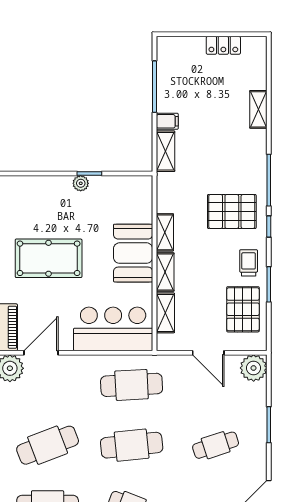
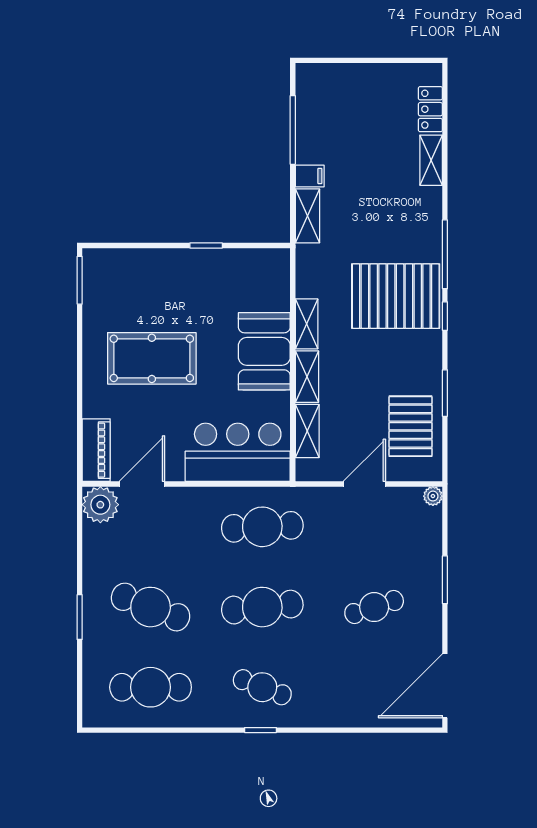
locker: (223, 45) -> (430, 109), moved, turned 90
plant: (81, 183) -> (195, 259), removed
pallet: (232, 211) -> (396, 296), width x1.37, depth x1.41
trolley: (249, 263) -> (418, 364), removed
door: (208, 353) -> (364, 484), swing flipped
plant: (254, 368) -> (433, 496), width x0.53, depth x0.53
cafe table: (48, 445) -> (151, 607), turned 42

